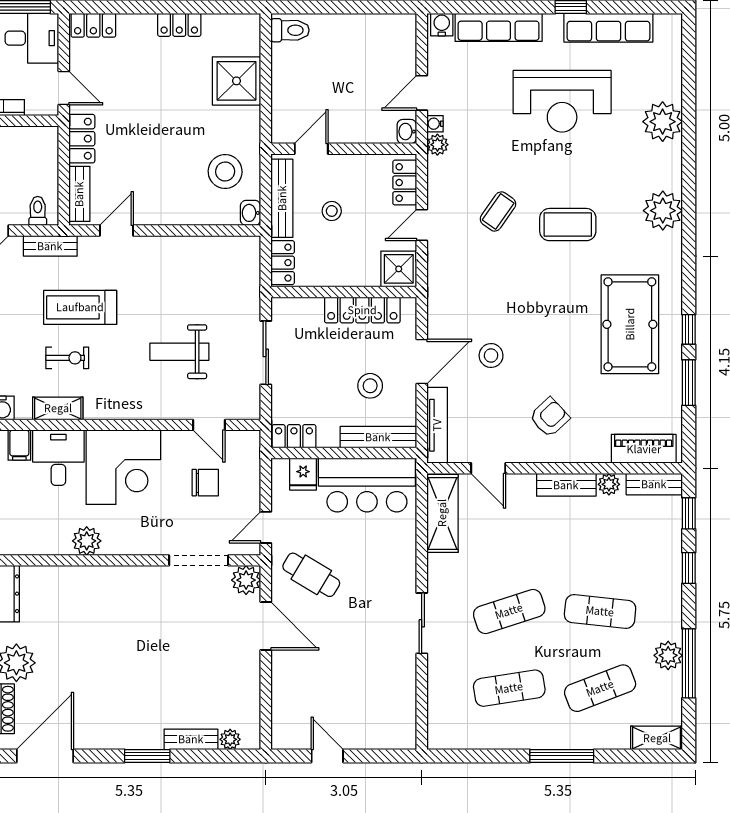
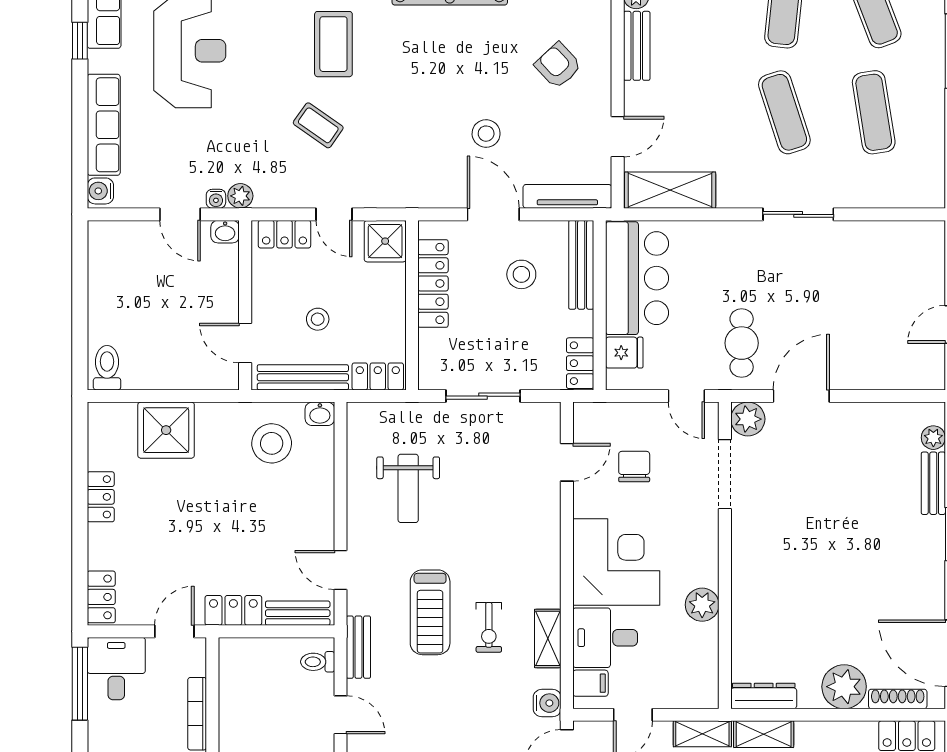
weight bench: (179, 352) -> (408, 488), moved
exercise bike: (67, 358) -> (489, 627), turned 180
cafe table: (311, 575) -> (742, 343), turned -31

